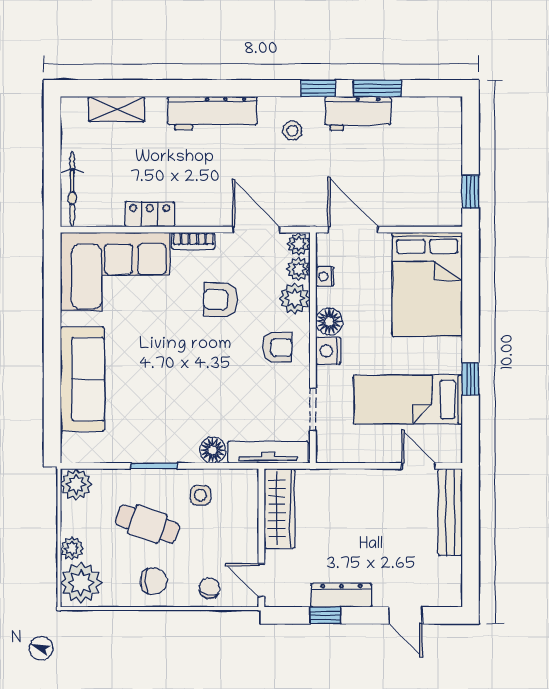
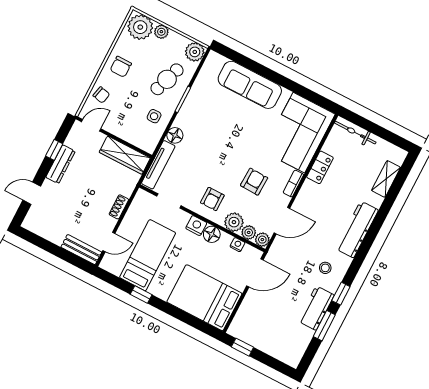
shoe rack: (359, 478) -> (119, 207), added
bench: (450, 512) -> (81, 250), width x0.73
cafe table: (147, 524) -> (167, 79), moved

